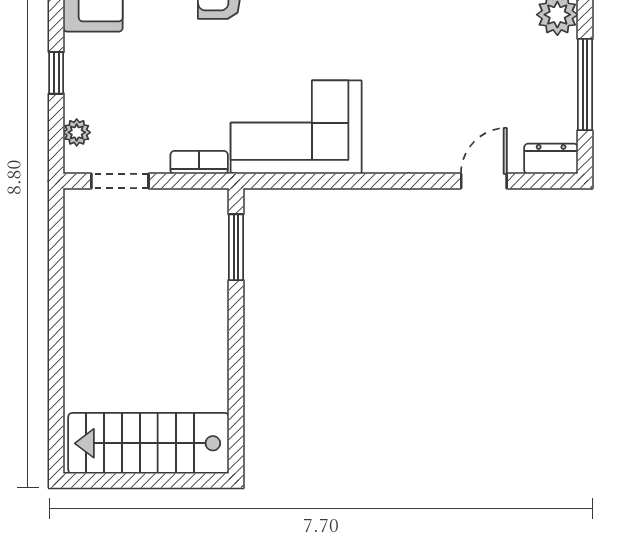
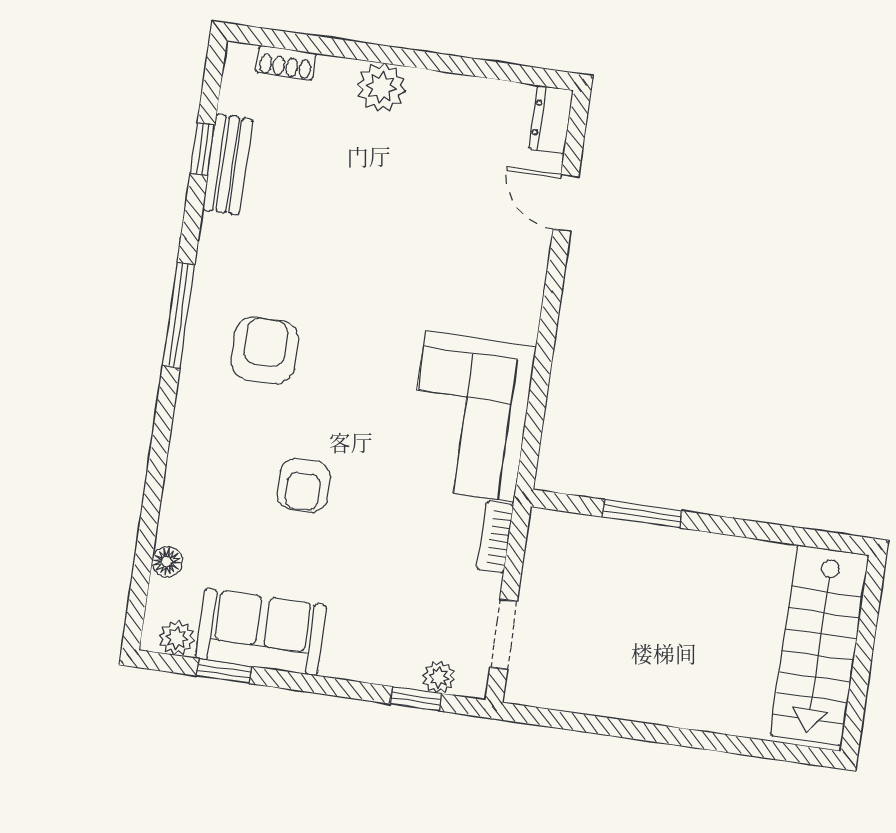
window: (56, 73) -> (416, 699), moved
window: (585, 85) -> (469, 67), removed
window: (236, 247) -> (642, 514), moved

